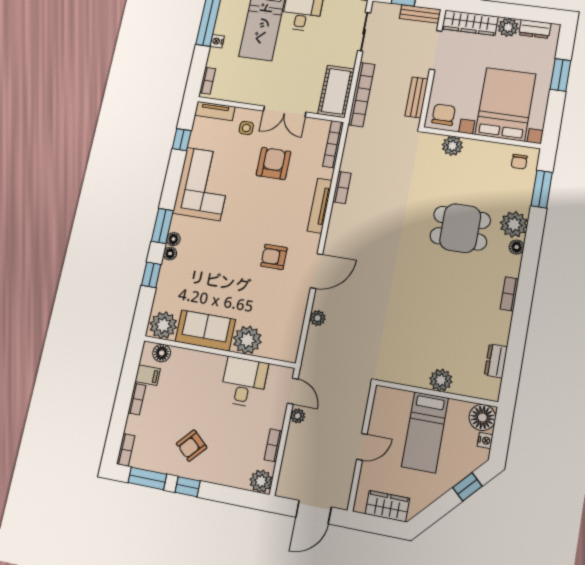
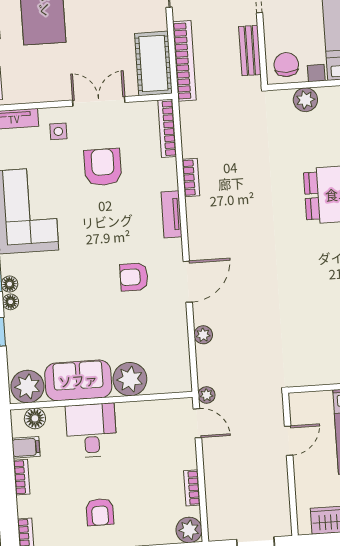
double door: (285, 112) -> (99, 101), swing flipped
tv unit: (320, 206) -> (172, 214), width x0.71
desk: (244, 382) -> (91, 430), moved
plant: (298, 416) -> (207, 395), moved
armchair: (192, 446) -> (100, 512), turned -42
door: (362, 447) -> (289, 441), moved

